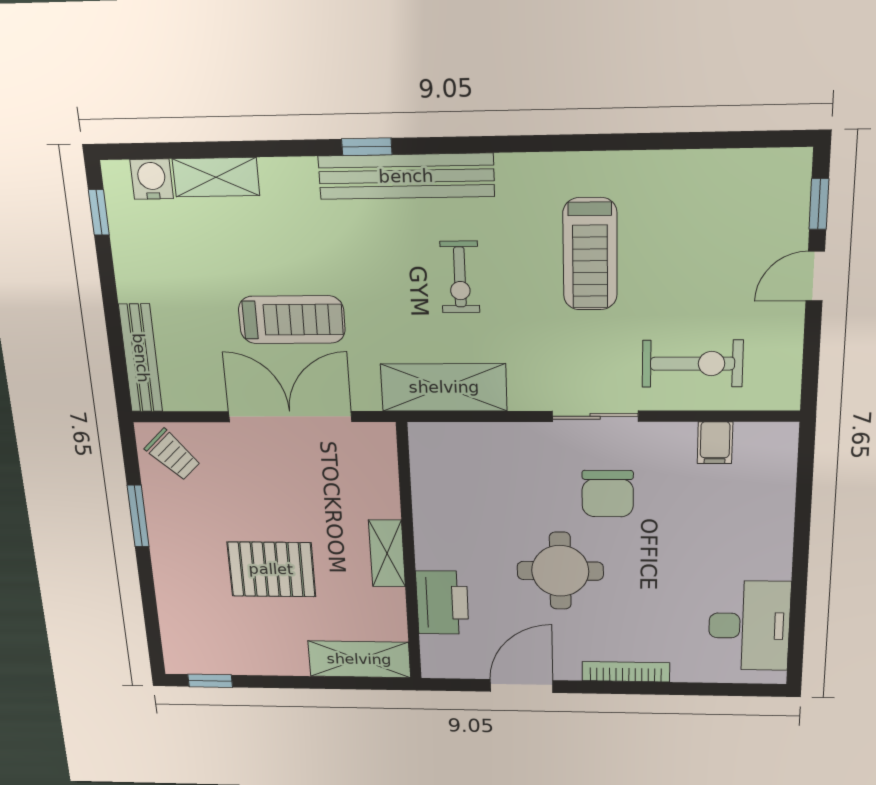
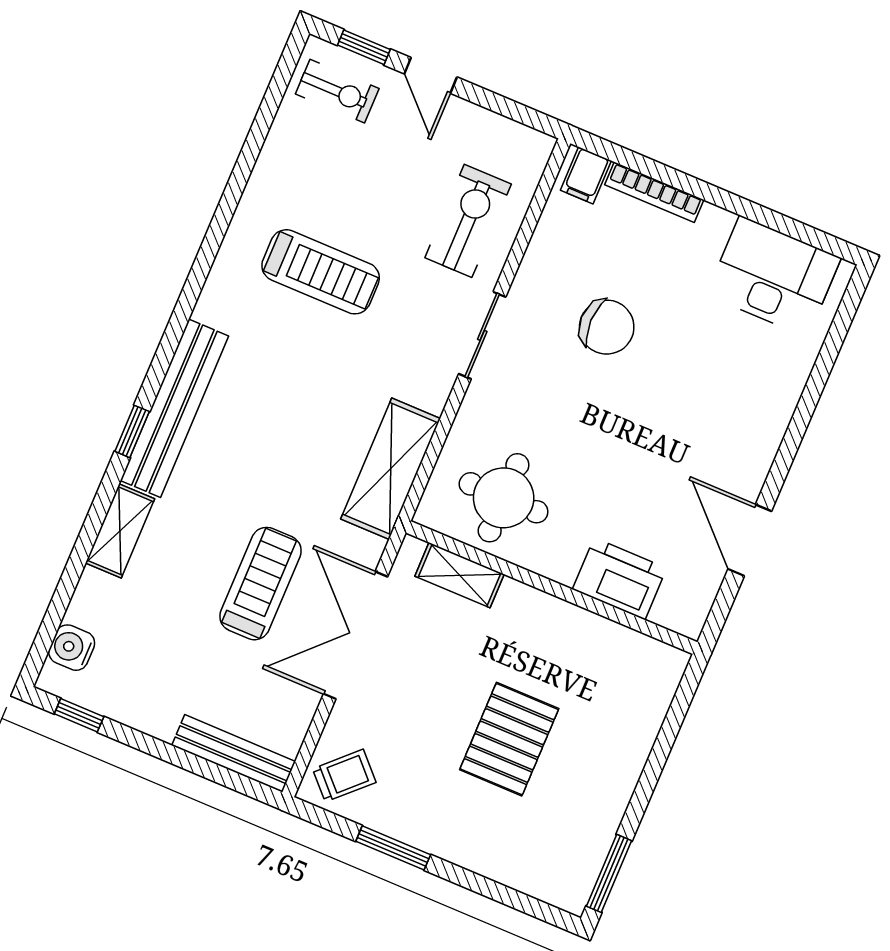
shelving: (216, 177) -> (120, 531), moved
exercise bike: (460, 277) -> (337, 91), moved
filing cabinet: (715, 443) -> (586, 175), moved, turned 90
chair: (608, 494) -> (607, 327), moved
shelving: (387, 553) -> (460, 575), moved
round table: (560, 571) -> (504, 498), moved
shelving: (359, 659) -> (649, 698), removed
bookcase: (626, 672) -> (654, 192), moved, turned -90
window: (210, 681) -> (609, 873), width x1.50

